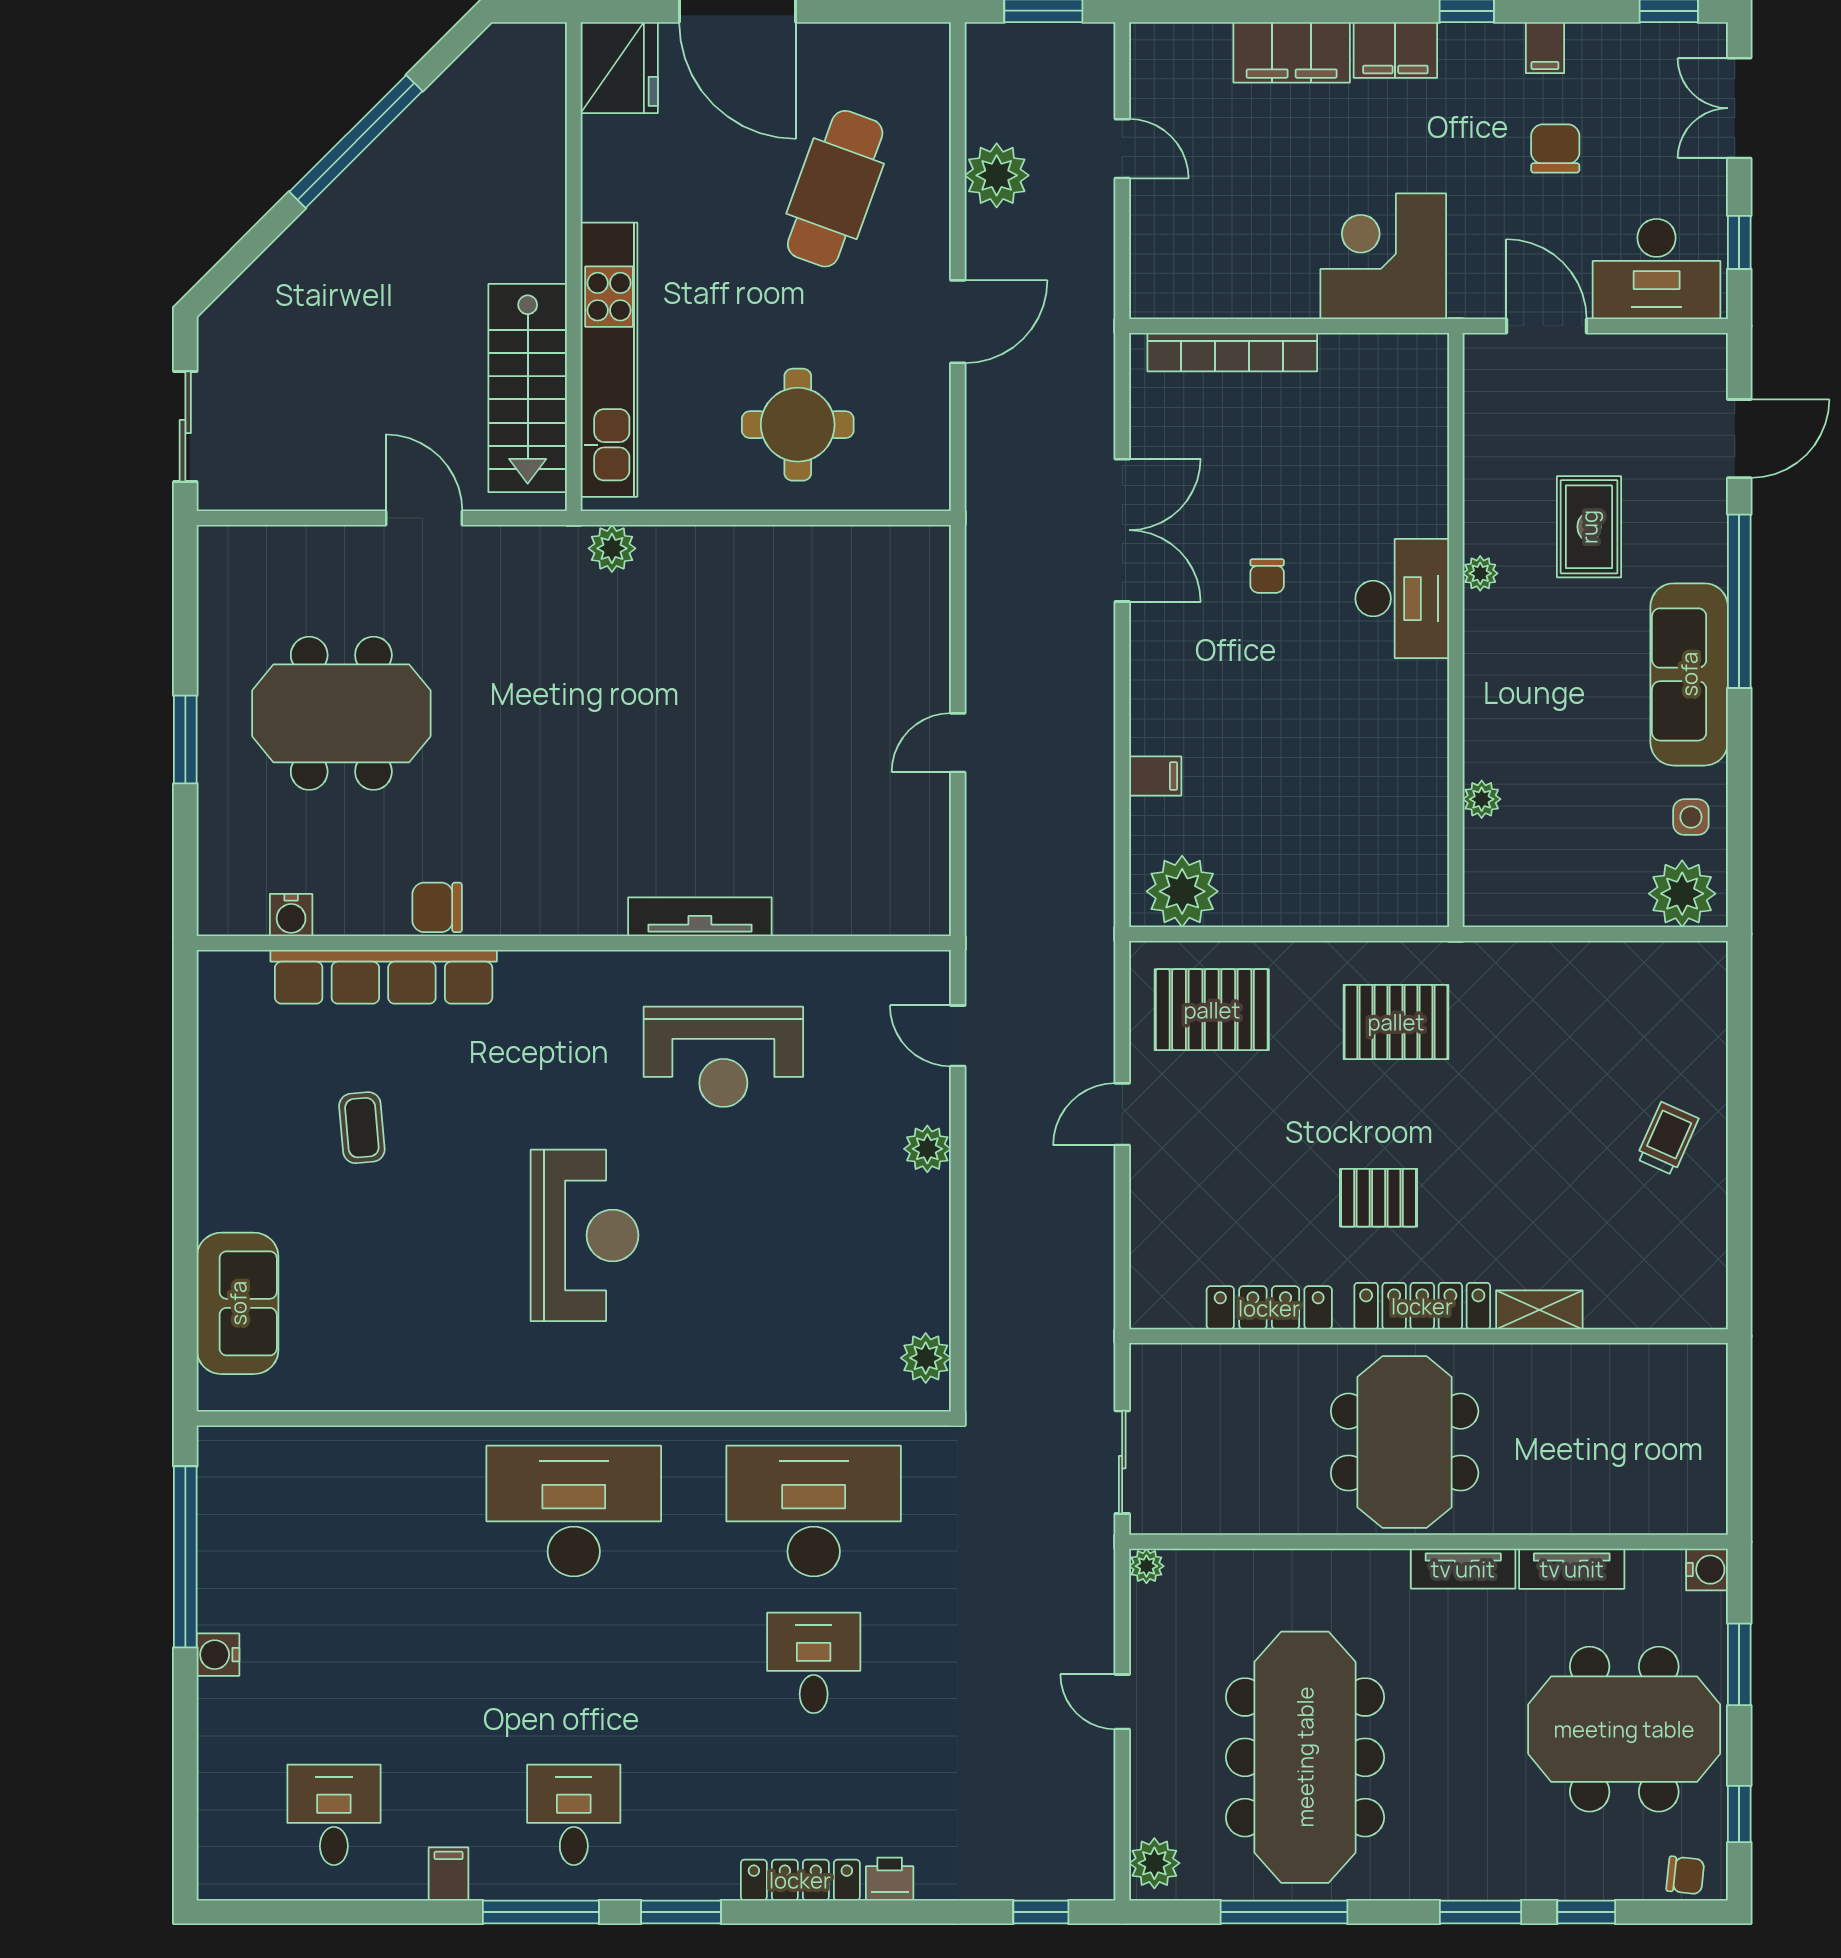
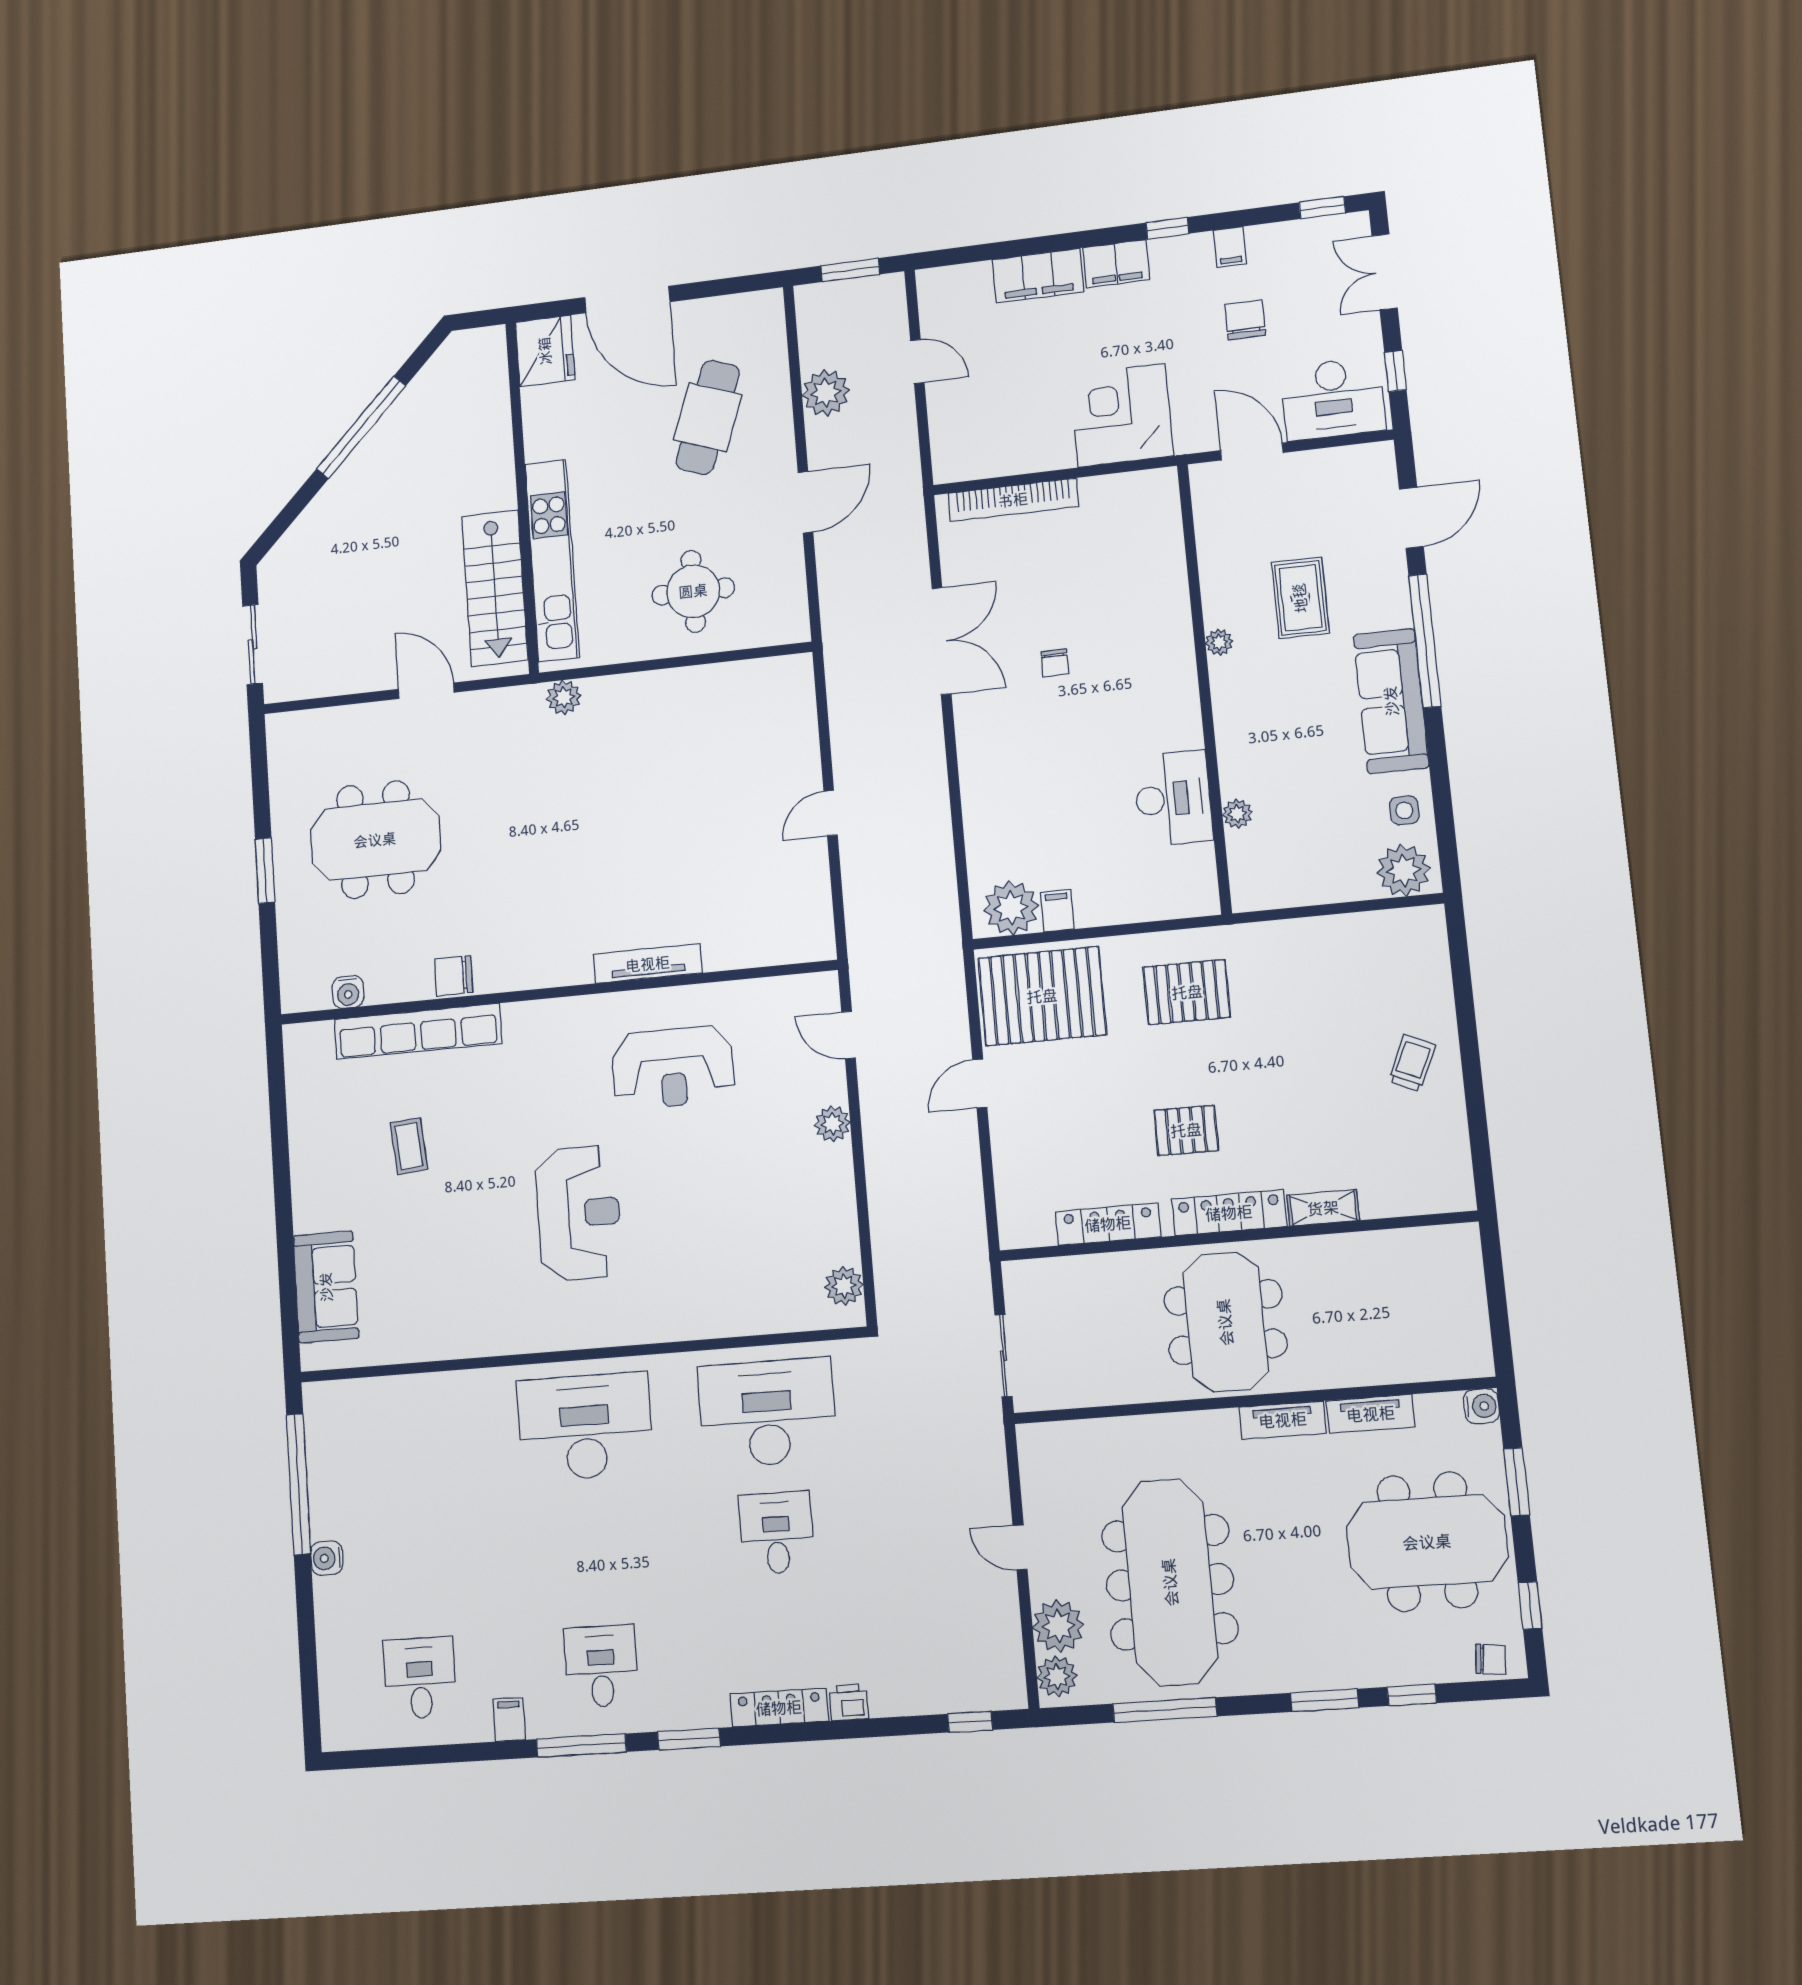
desk: (1402, 599) -> (1173, 799), moved
filing cabinet: (1155, 776) -> (1057, 911), moved, turned -90
pallet: (1212, 1010) -> (1042, 996), width x1.37, depth x1.41
plant: (1146, 1566) -> (1058, 1626), moved, width x1.88, depth x1.88

